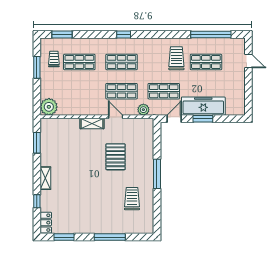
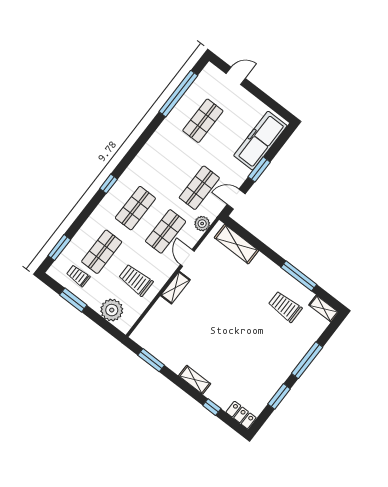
trolley: (176, 58) -> (136, 280), moved
freezer: (203, 106) -> (260, 141), moved
plant: (49, 107) -> (112, 310), moved
door: (116, 117) -> (187, 258), hinge flipped
door: (174, 119) -> (236, 199), hinge flipped
shelving: (147, 140) -> (236, 244), added
pallet: (116, 157) -> (229, 290), removed
window: (157, 174) -> (299, 276), moved
shelving: (149, 223) -> (324, 309), added
window: (64, 237) -> (279, 396), moved

